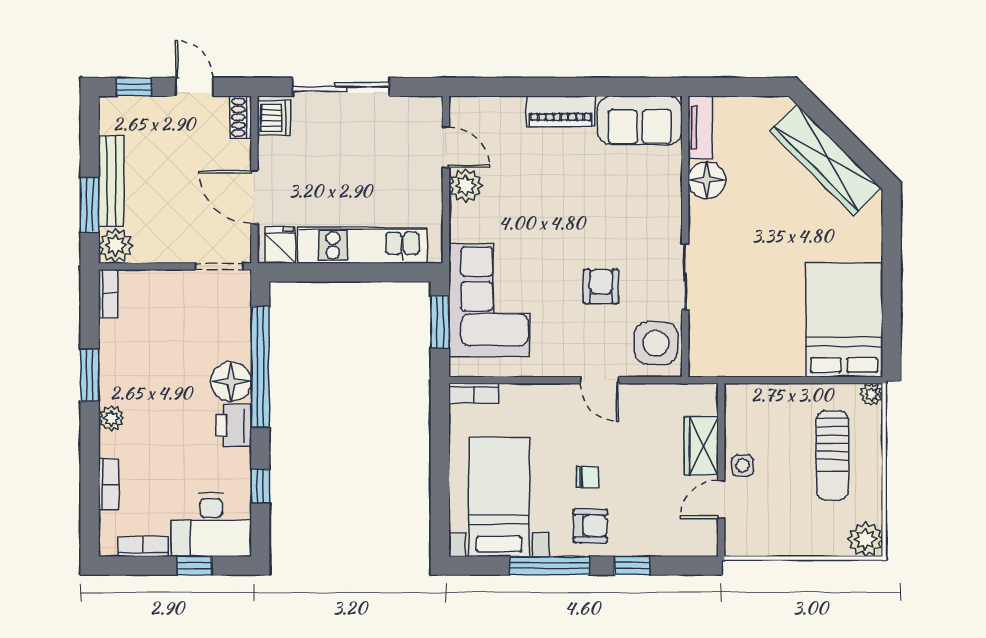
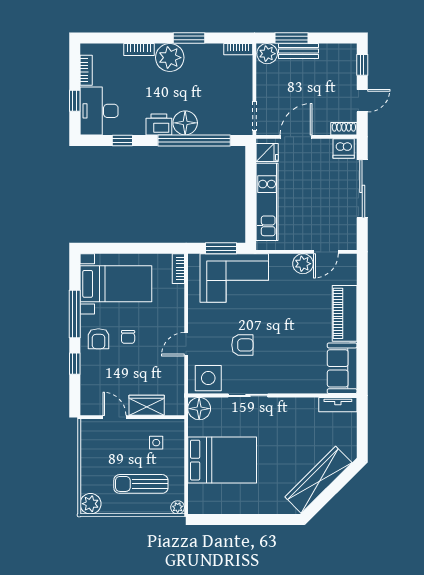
piano: (561, 111) -> (345, 313), width x1.37, depth x1.33
floor lamp: (707, 180) -> (199, 409), moved
bench: (111, 181) -> (299, 51), width x0.73
bed: (844, 320) -> (222, 460), moved
plant: (111, 418) -> (170, 58), width x1.88, depth x1.88
side table: (743, 466) -> (156, 443), moved
bookcase: (109, 484) -> (139, 49), moved

